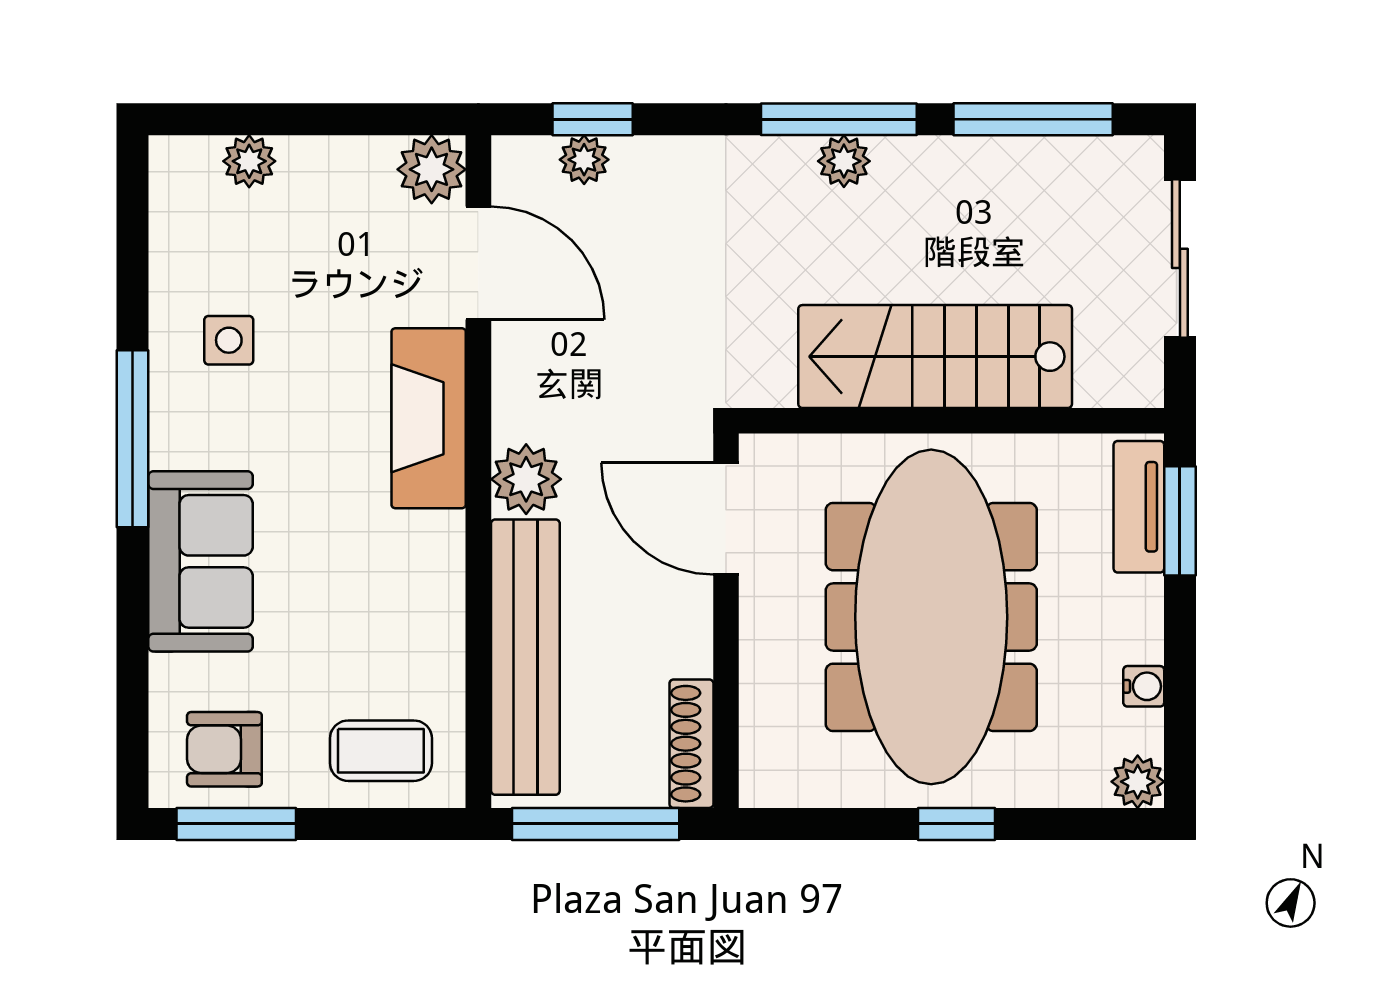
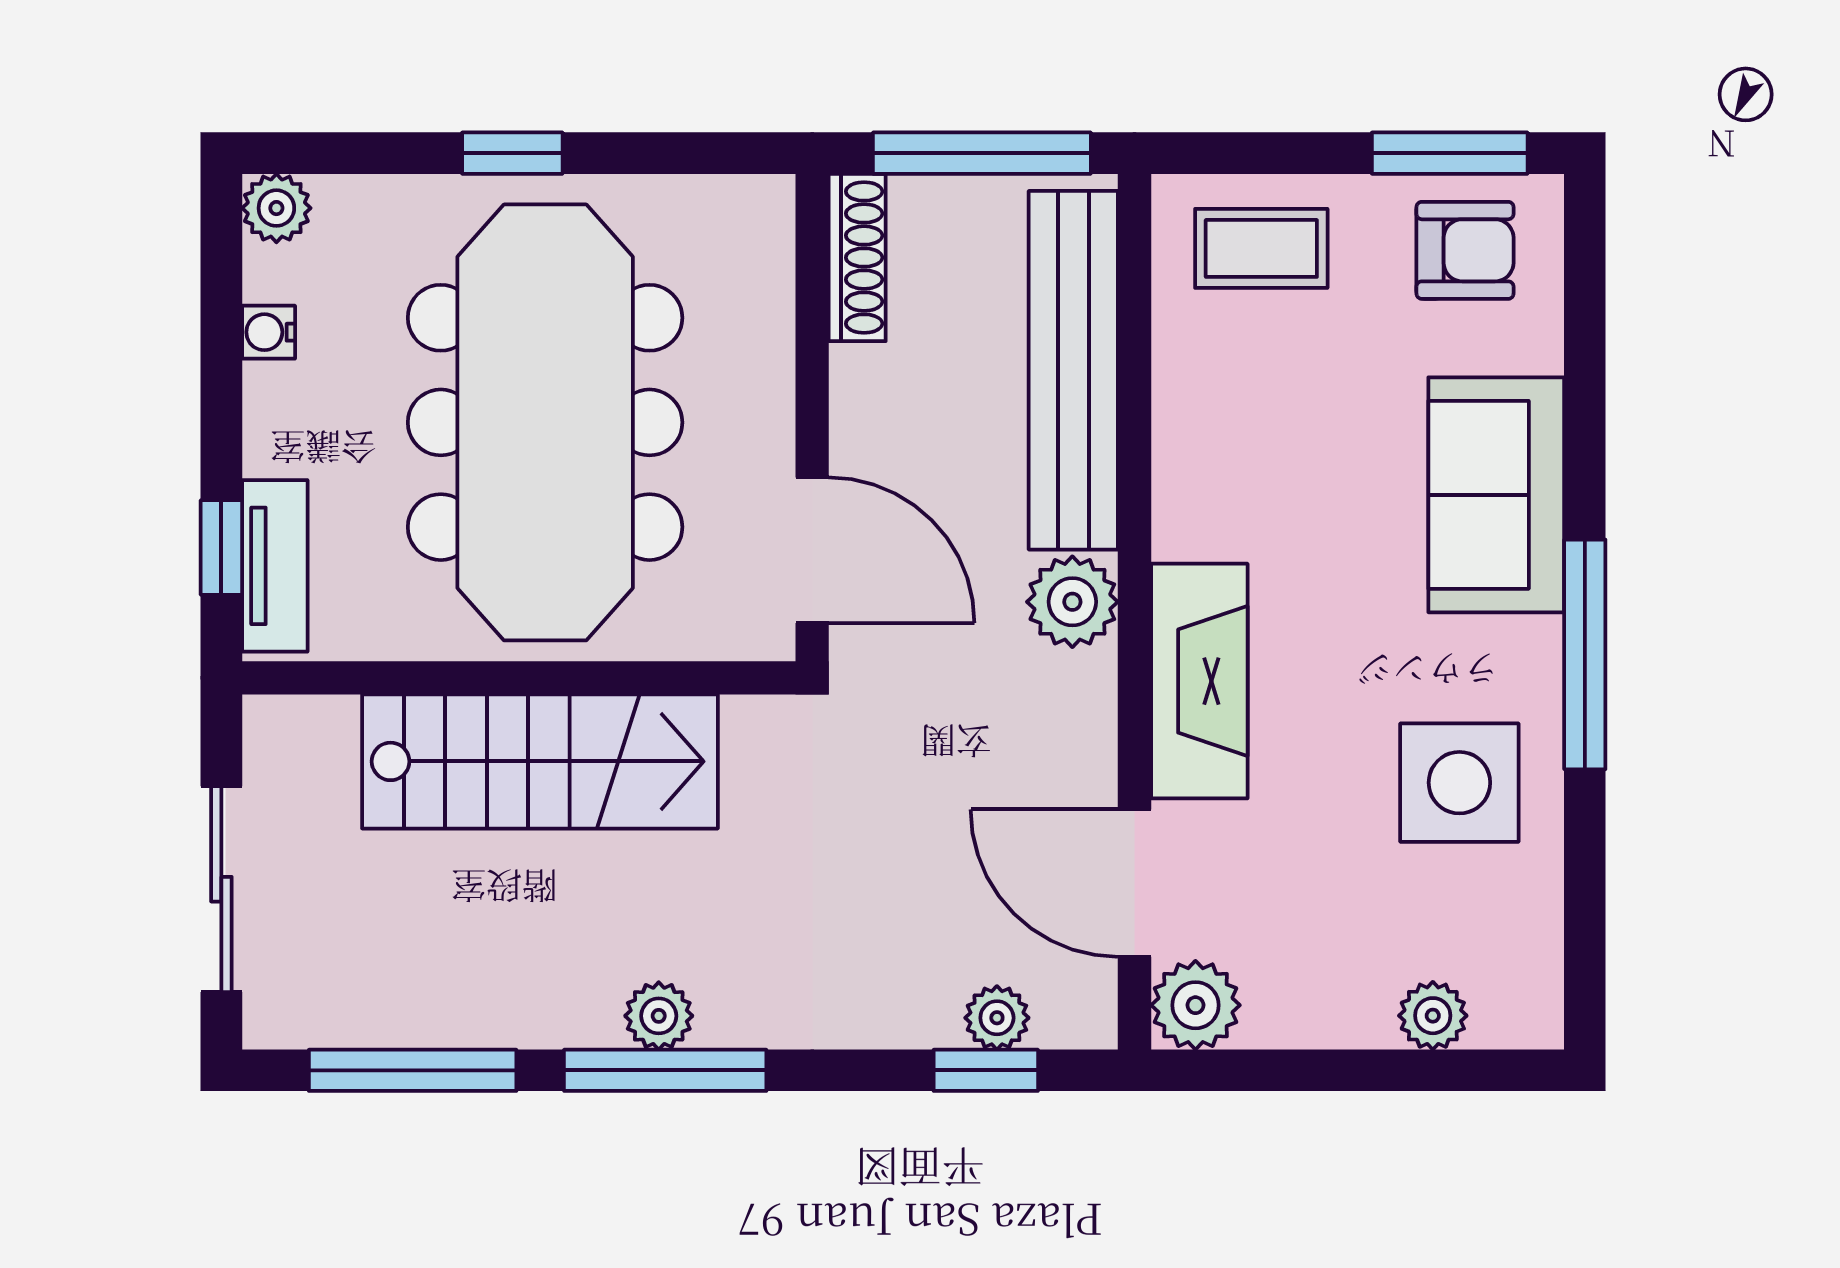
side table: (229, 340) -> (1459, 783), width x1.87, depth x1.87
window: (1180, 521) -> (221, 548), width x0.67

